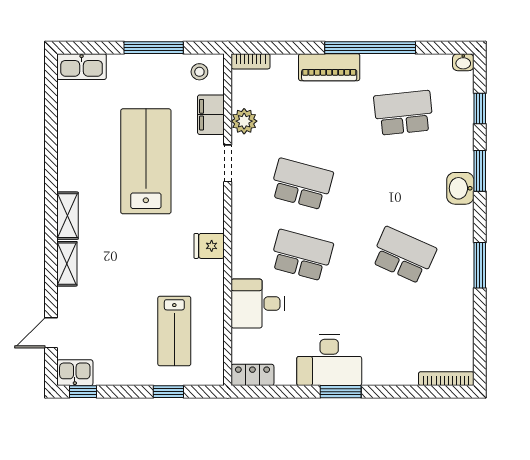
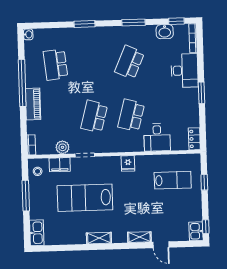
window: (480, 108) -> (176, 21), moved
washbasin: (460, 188) -> (165, 32), moved
shelving: (68, 216) -> (99, 238), moved
door: (51, 333) -> (161, 245), moved
desk: (329, 360) -> (185, 70), moved

